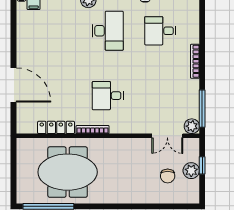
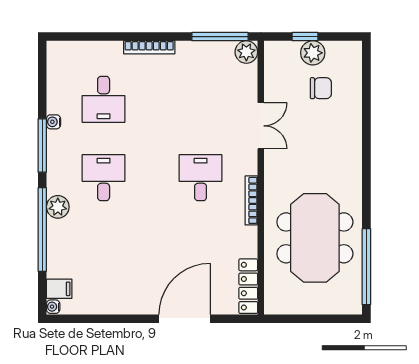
desk: (108, 31) -> (104, 178), width x0.73
desk: (108, 96) -> (201, 178), turned 180
locker: (56, 127) -> (248, 286), moved
double door: (167, 136) -> (261, 126), moved

